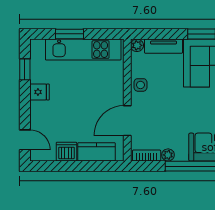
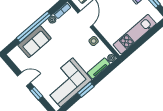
window: (69, 34) -> (147, 36), removed

